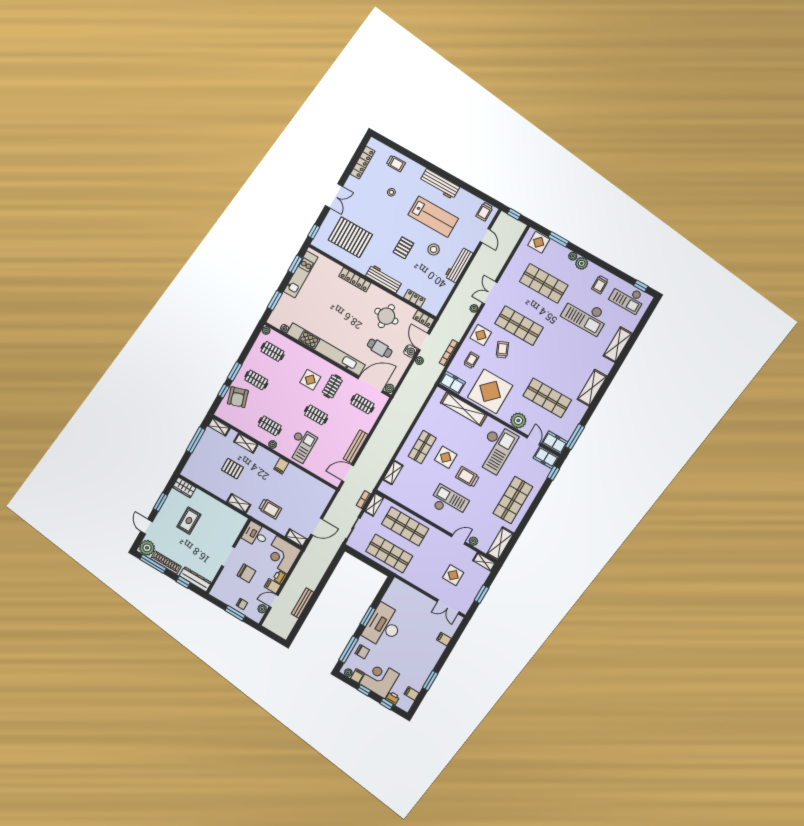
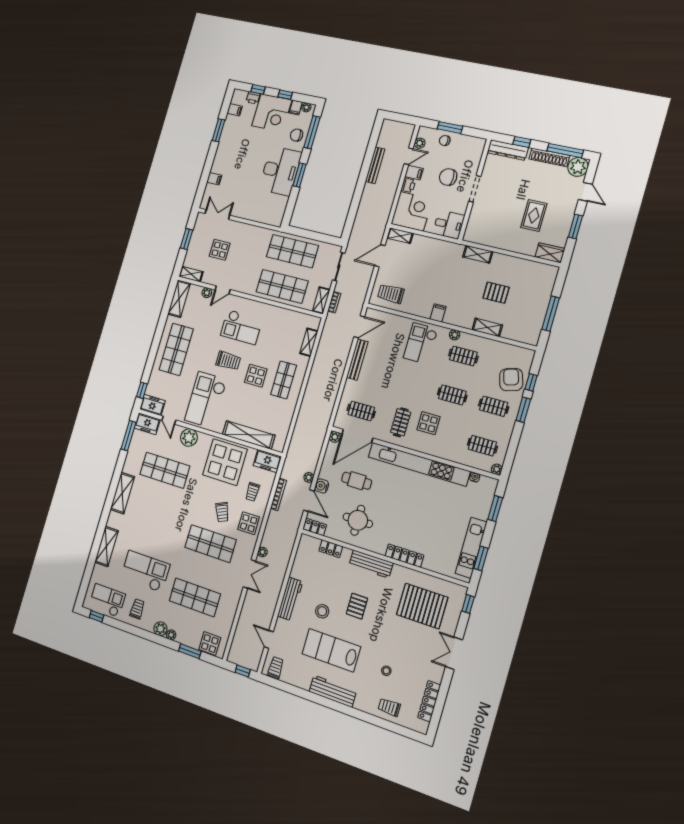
clothes rail: (316, 415) -> (452, 395), moved
shelving: (219, 427) -> (526, 338), removed
trolley: (270, 509) -> (391, 294), moved

